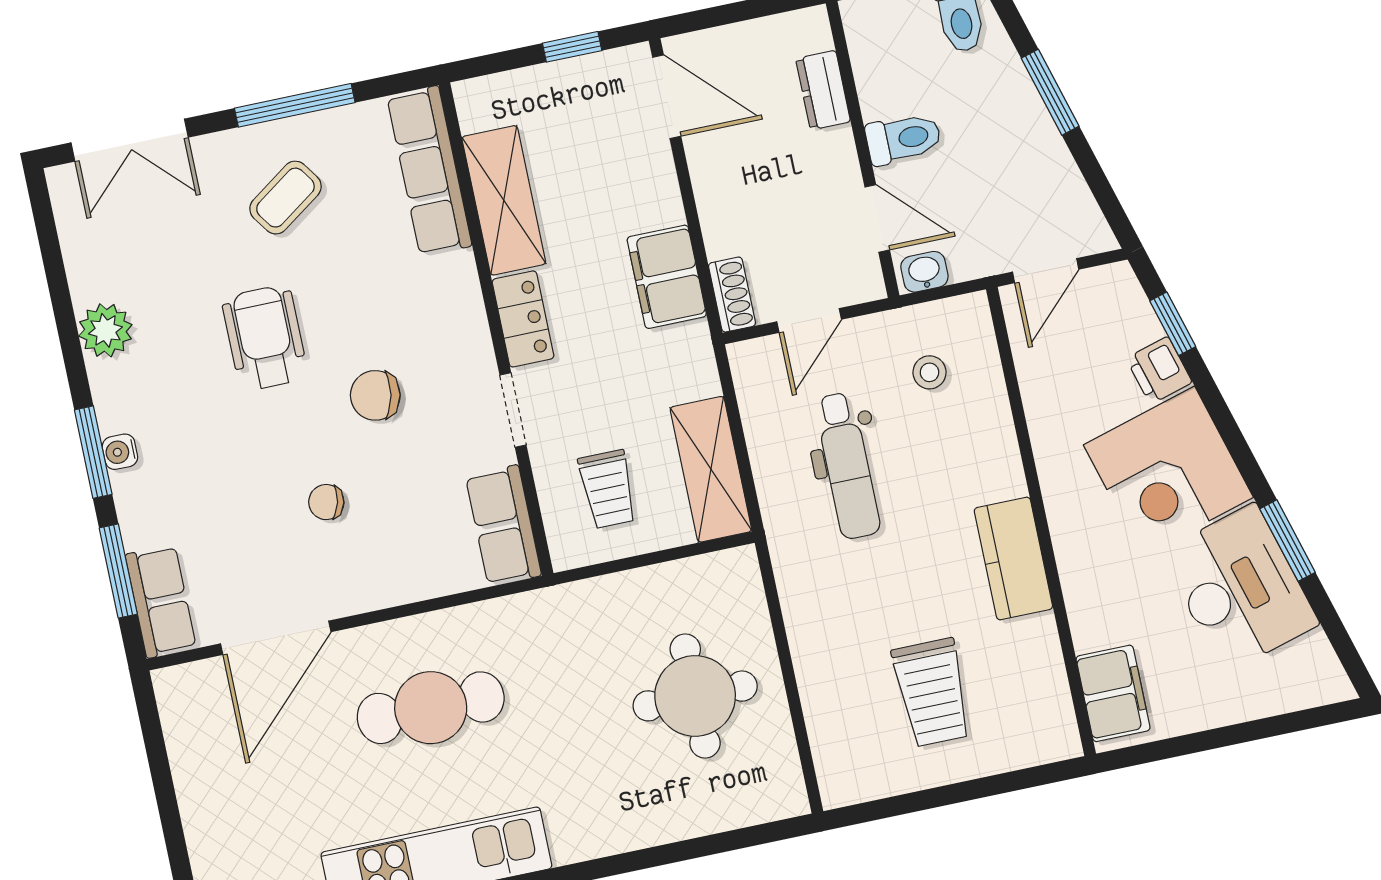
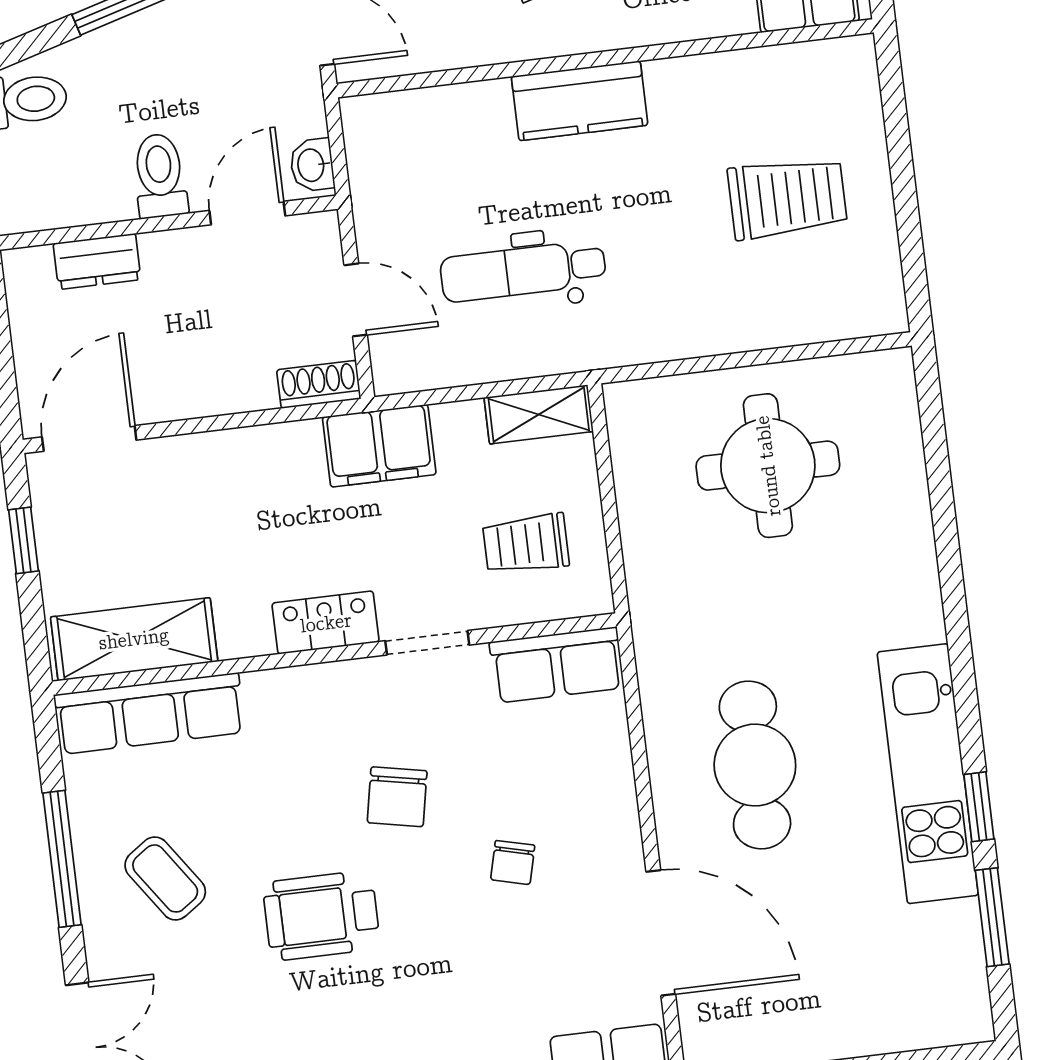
shelving: (504, 200) -> (134, 639), moved
filing cabinet: (667, 277) -> (379, 446), moved
stool: (929, 372) -> (426, 169), removed
dental chair: (847, 466) -> (523, 271), turned 180
shelving: (711, 469) -> (539, 414), width x0.67, depth x0.75
trolley: (608, 489) -> (526, 544), turned 180
kitchen counter: (1013, 558) -> (580, 101), moved

